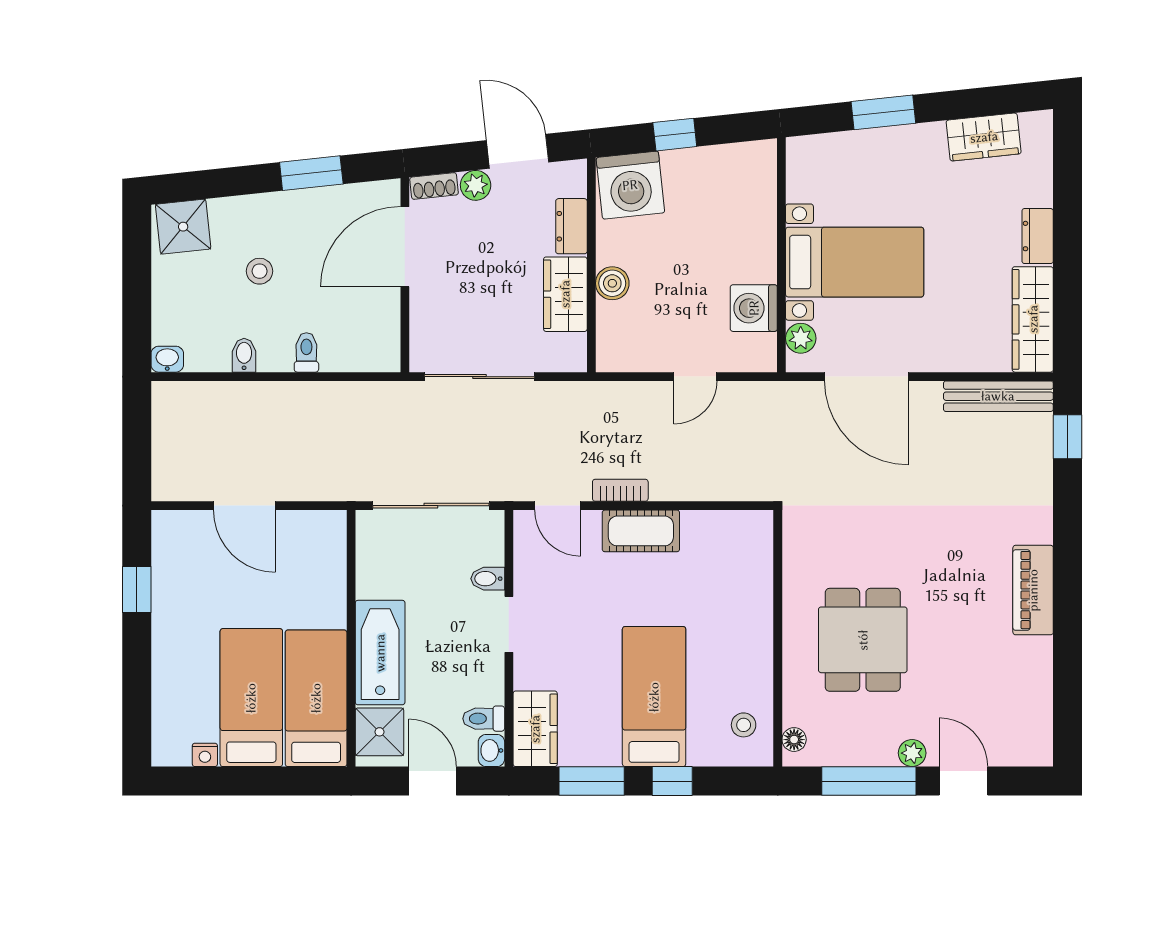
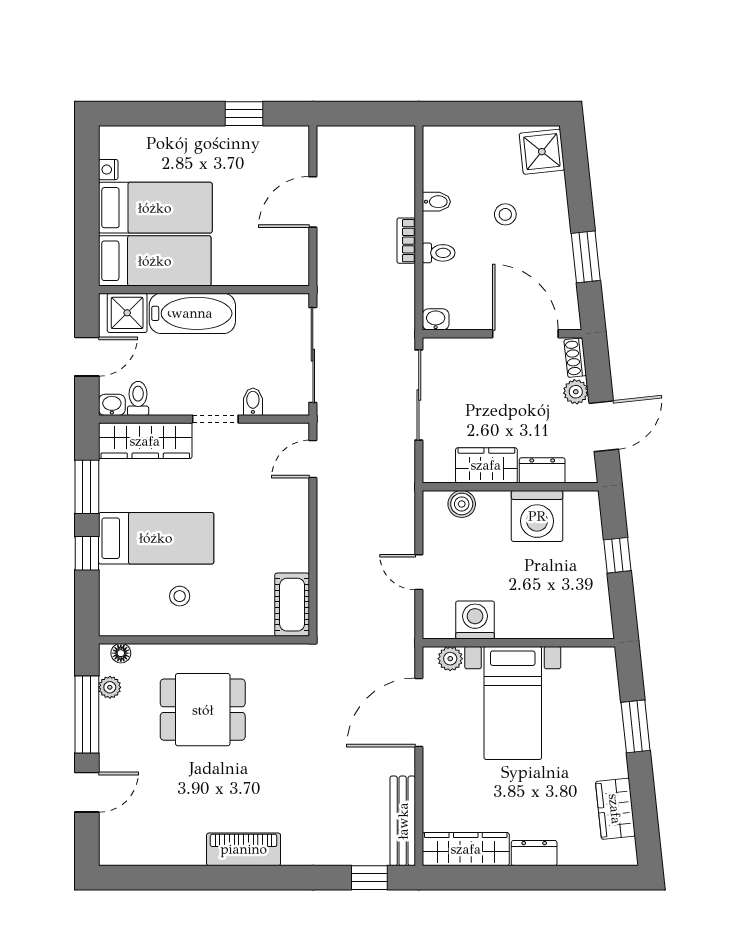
washing machine: (630, 185) -> (537, 516), moved, turned -84
boiler: (612, 283) -> (462, 504), moved
washbasin: (167, 359) -> (436, 319), moved, turned -90
bookcase: (620, 490) -> (406, 241), moved, turned 180
cot: (641, 531) -> (292, 605), moved
stool: (744, 725) -> (180, 596), moved
wardrobe: (535, 729) -> (145, 441), width x1.50
plant: (912, 753) -> (110, 687), moved

